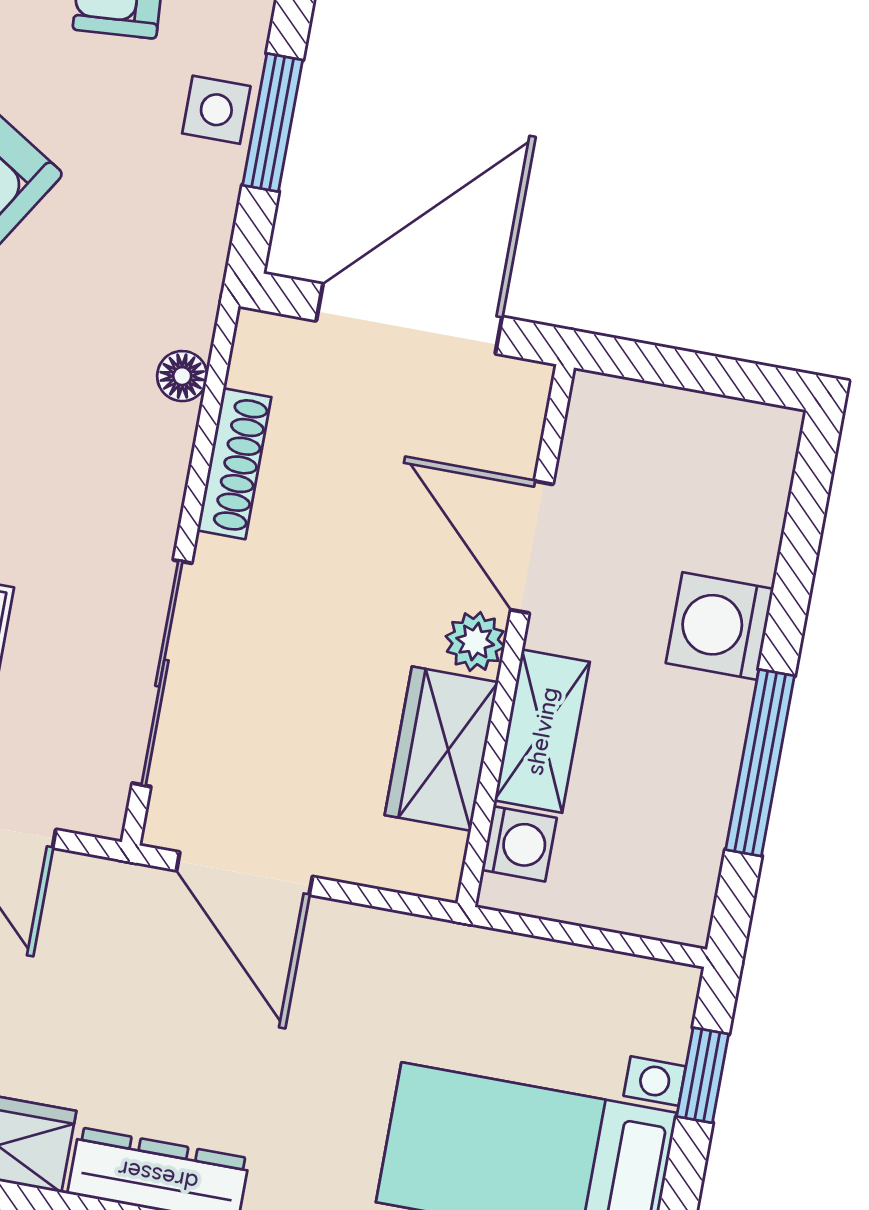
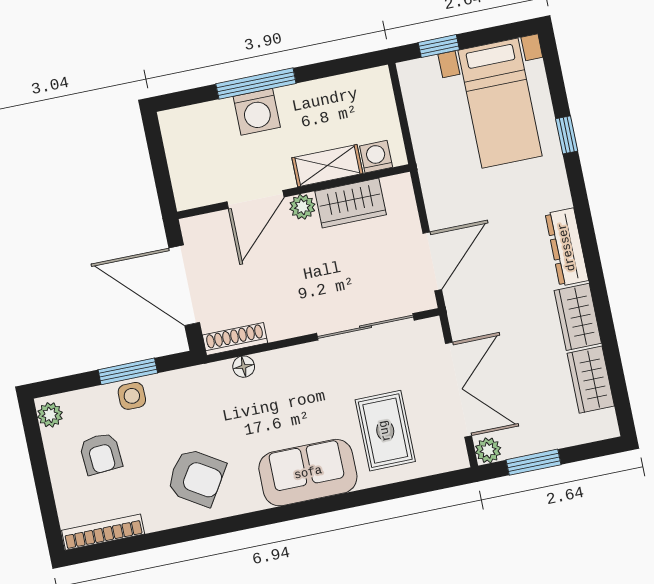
shoe rack: (234, 464) -> (235, 339), moved
window: (760, 763) -> (256, 84), moved

